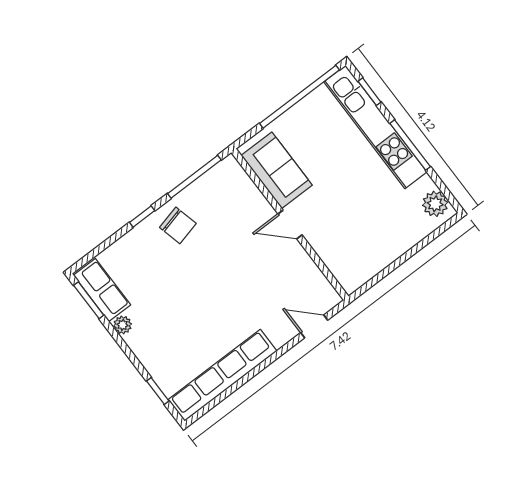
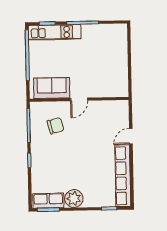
kitchen unit: (375, 127) -> (55, 32), width x0.73
plant: (435, 204) -> (116, 30), removed
chair: (178, 225) -> (56, 126), moved
plant: (123, 325) -> (74, 199), width x1.87, depth x1.87
door: (314, 326) -> (131, 136), moved

